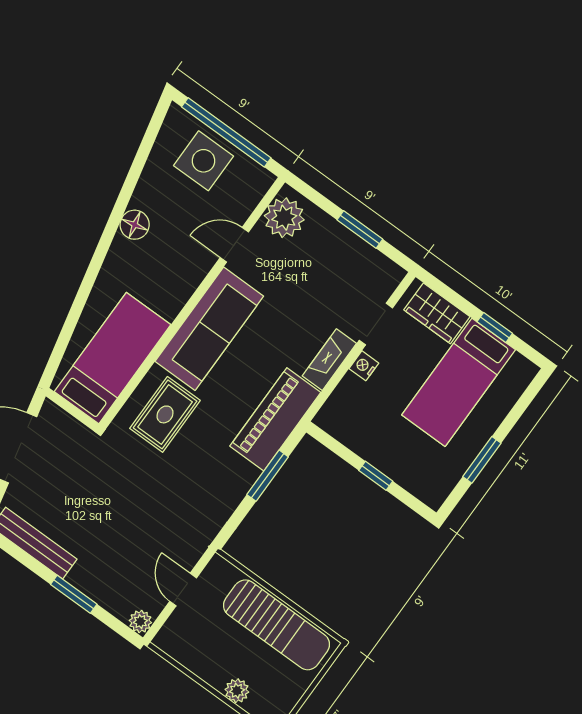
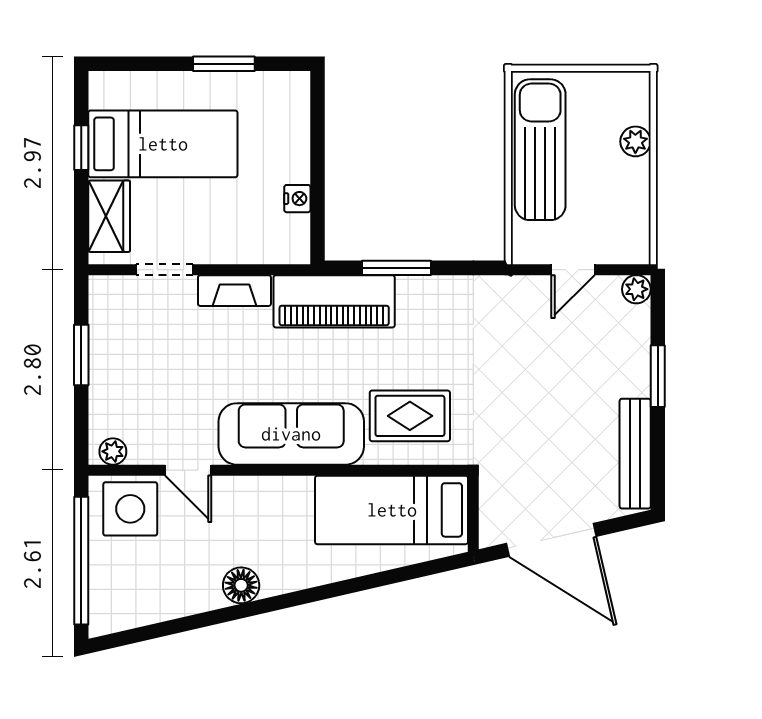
side table: (204, 161) -> (130, 509), moved
plant: (284, 218) -> (113, 451), width x0.53, depth x0.53
nightstand: (364, 366) -> (297, 199), moved, turned -90
window: (376, 476) -> (318, 159), removed

